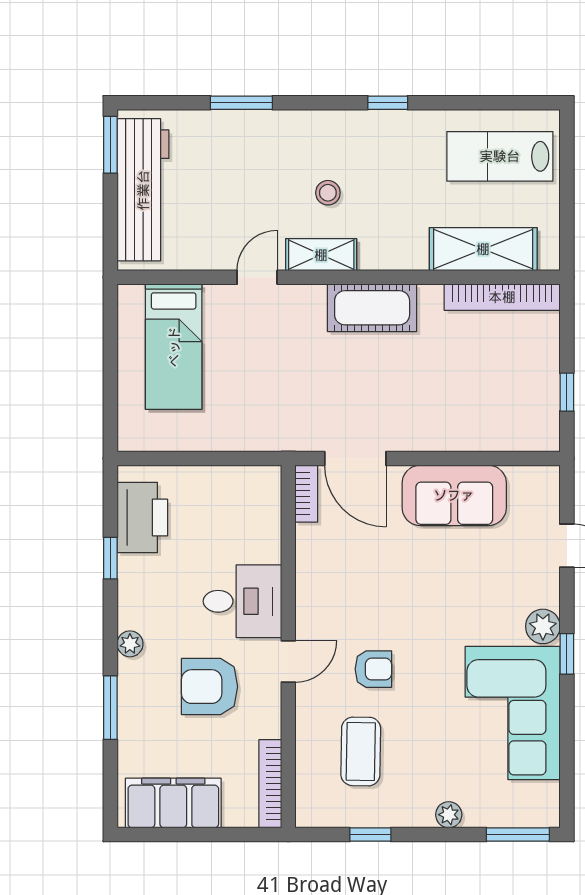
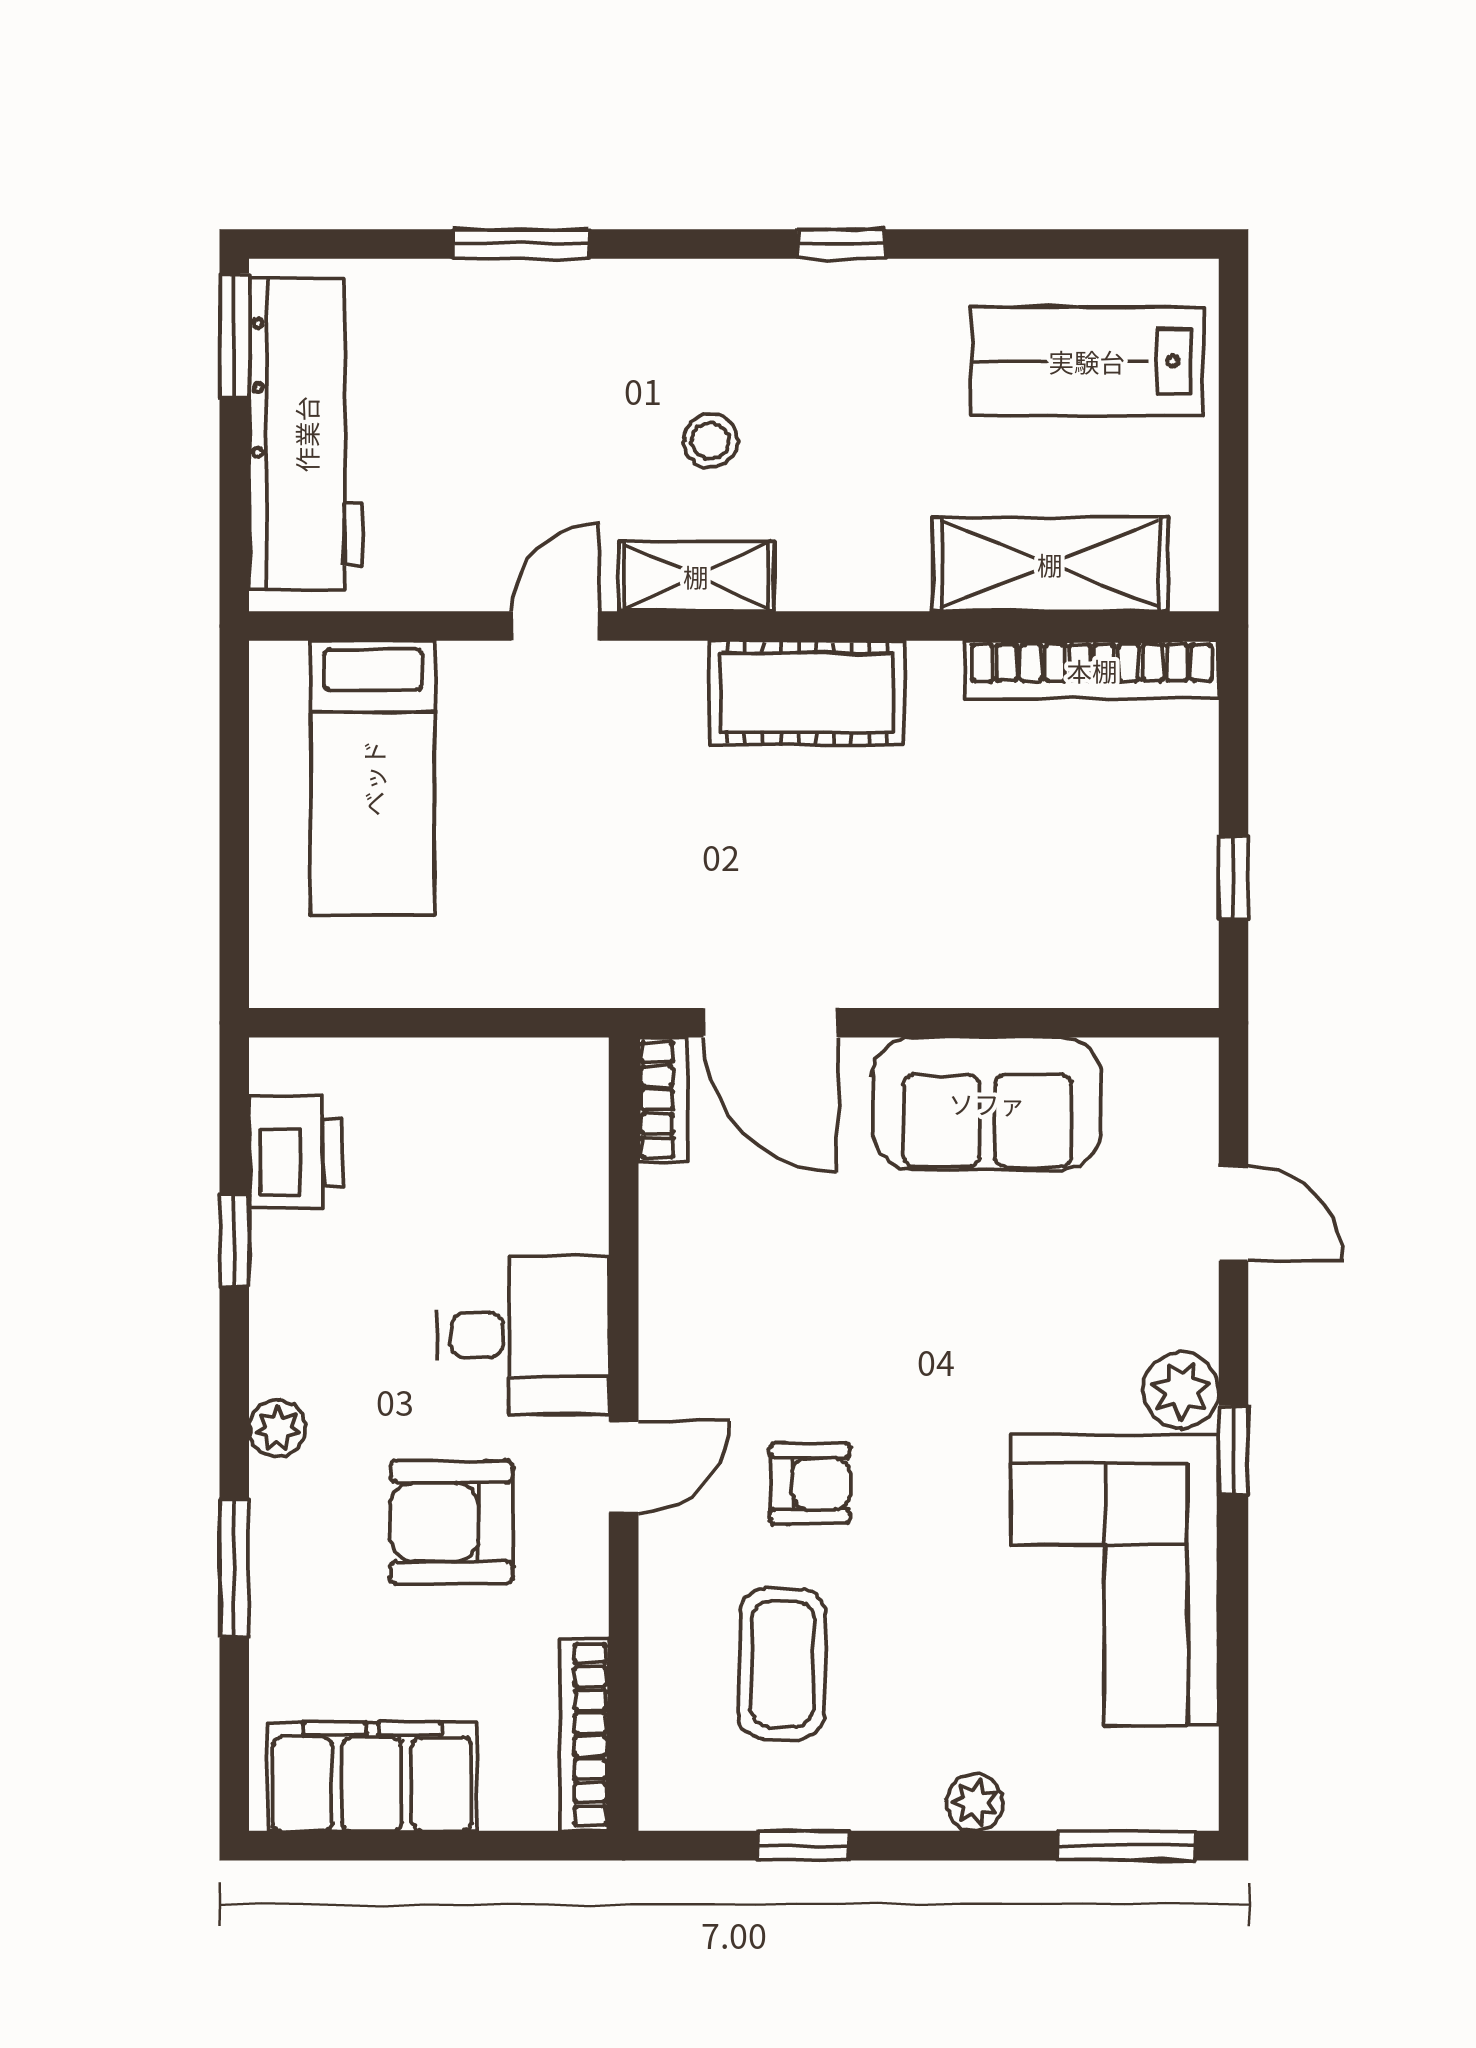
printer: (142, 517) -> (295, 1152), width x0.73, depth x0.84

